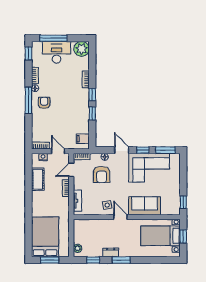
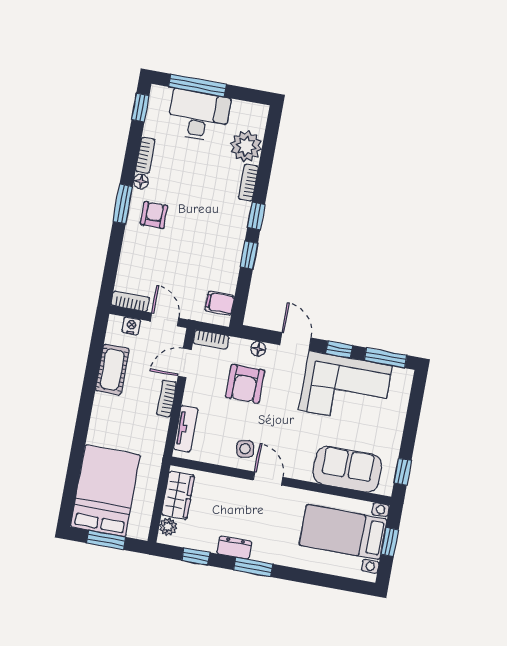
plant: (82, 49) -> (246, 146), moved
window: (28, 100) -> (123, 204), width x0.69
sofa: (145, 206) -> (347, 469), moved
wardrobe: (80, 233) -> (178, 495), added

